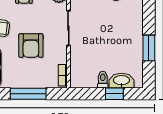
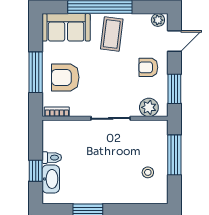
armchair: (31, 45) -> (65, 77), moved

